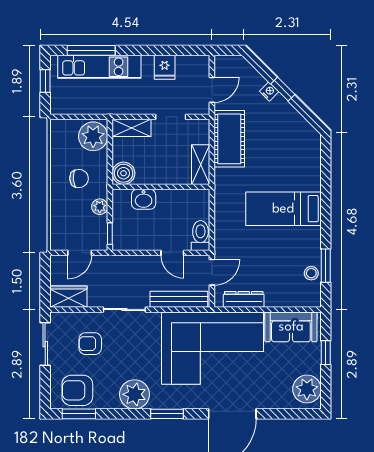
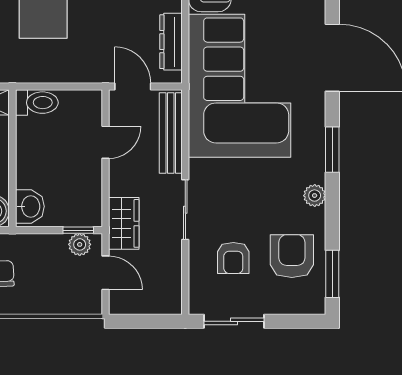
washbasin: (144, 199) -> (30, 206), moved
plant: (100, 207) -> (80, 244), moved
toilet: (200, 236) -> (37, 103), moved, turned 180
wardrobe: (68, 297) -> (124, 223), moved, turned 180
armchair: (77, 390) -> (292, 256), moved, turned 180
plant: (135, 394) -> (315, 196), width x0.53, depth x0.53

